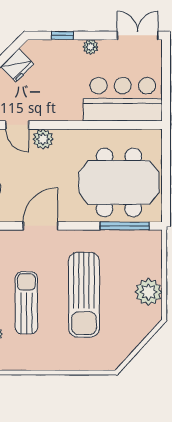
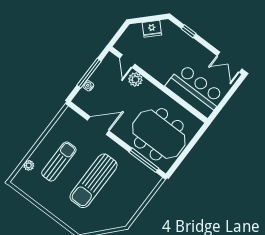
double door: (138, 35) -> (230, 62), swing flipped
plant: (91, 47) -> (199, 49), removed
plant: (149, 292) -> (130, 206), removed

